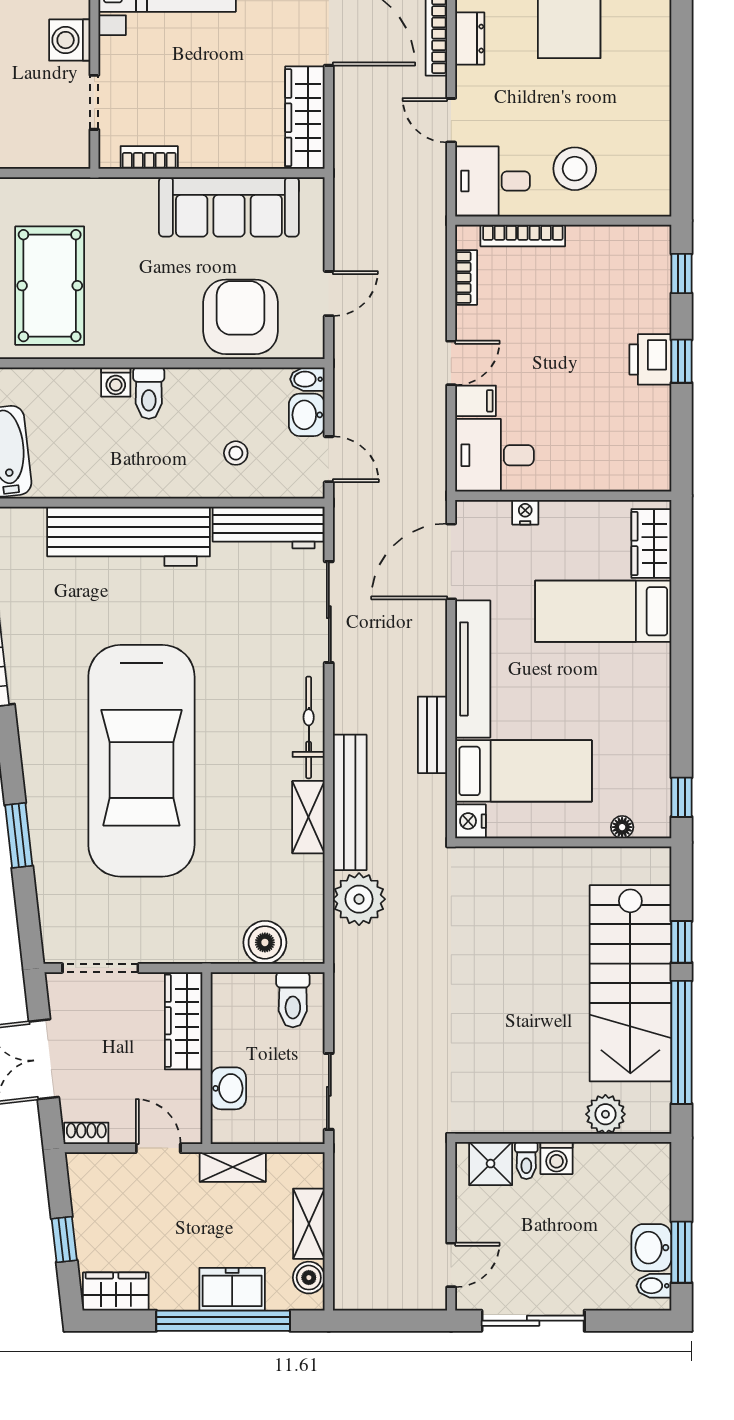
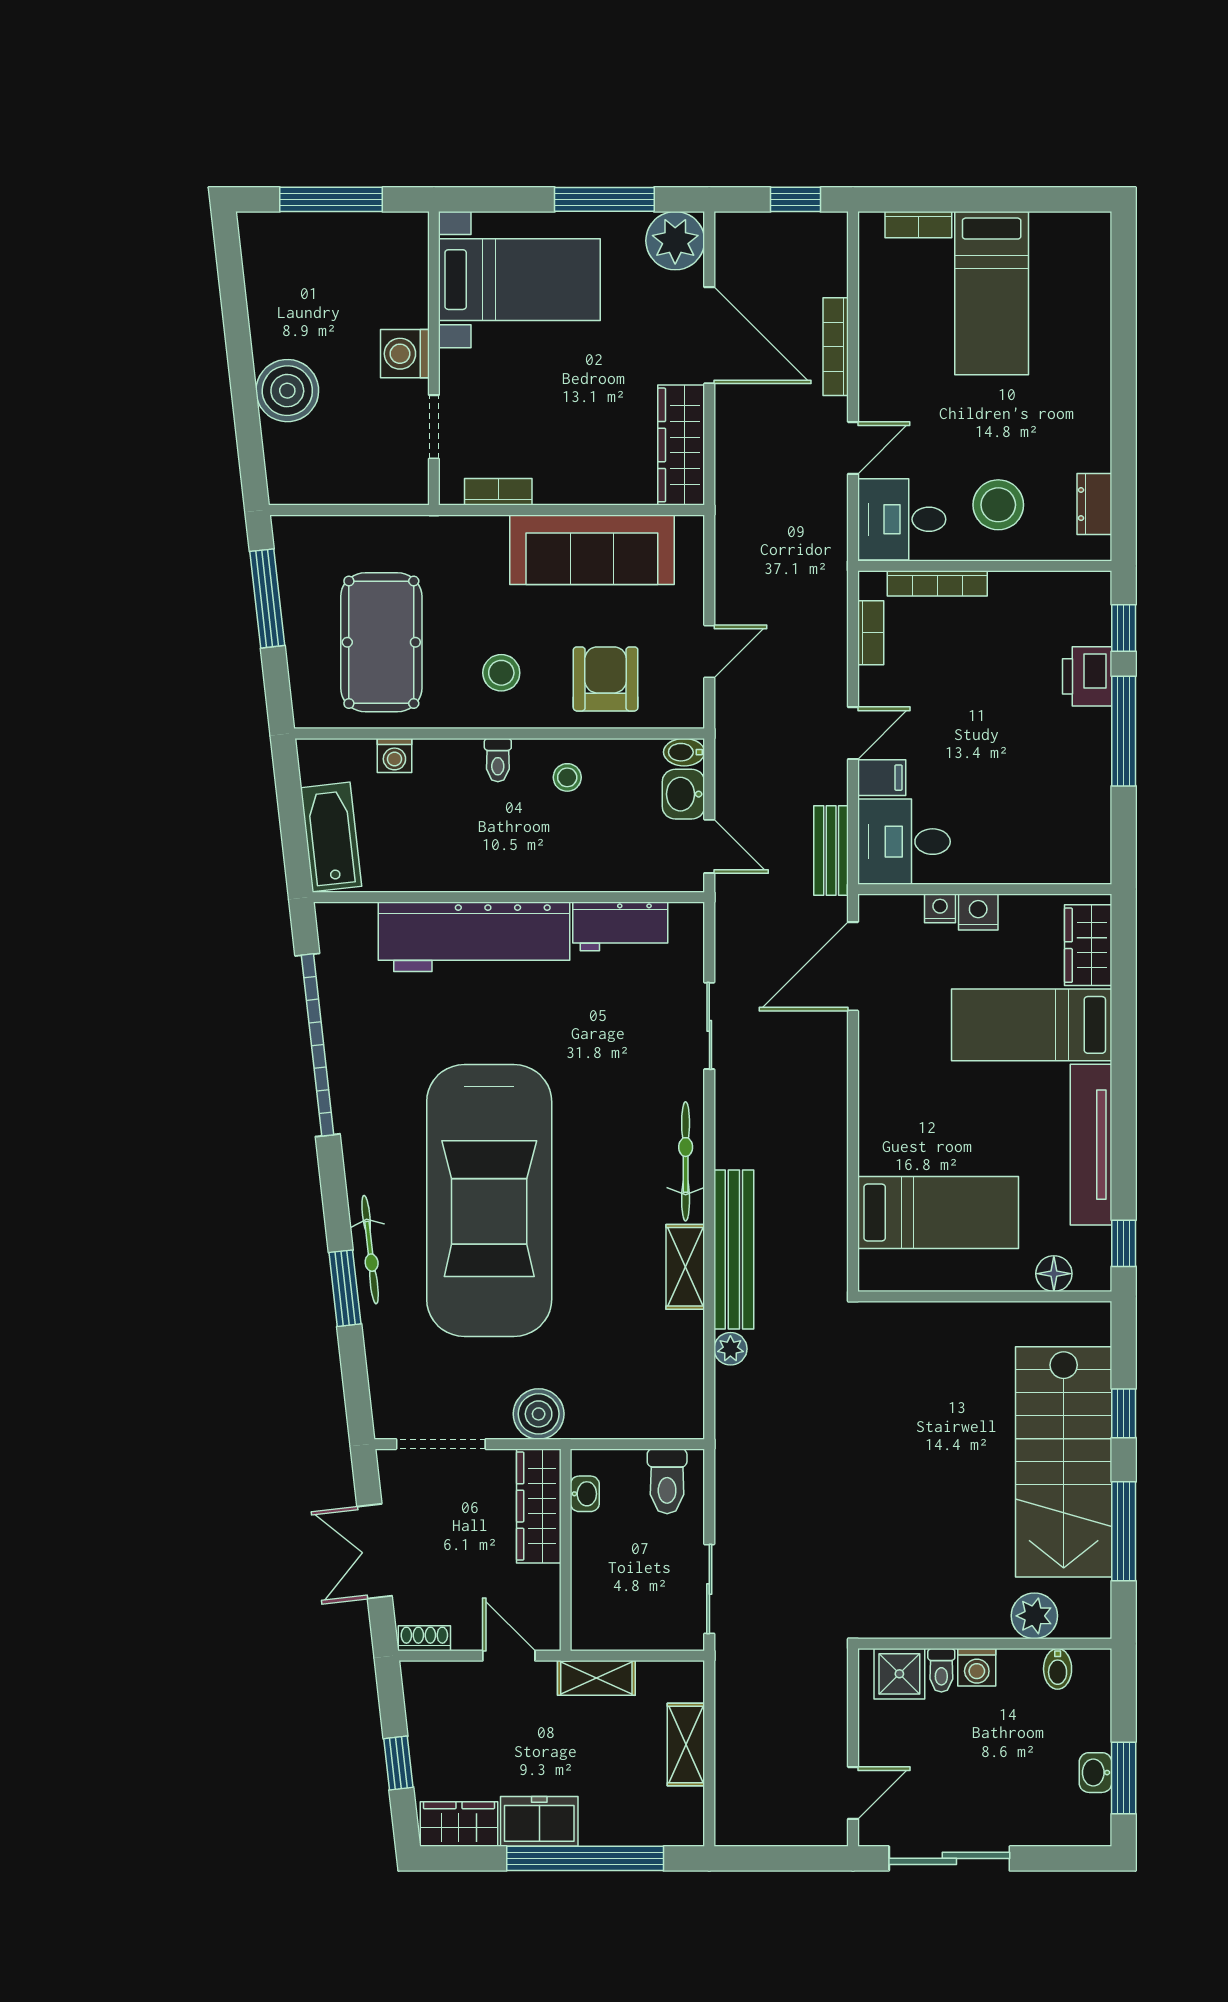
dresser: (470, 39) -> (1094, 504), moved, turned 180
door: (451, 120) -> (853, 448), swing flipped
stool: (152, 312) -> (501, 673), added
armchair: (241, 317) -> (606, 679), width x0.73, depth x0.73
printer: (650, 359) -> (1087, 676), moved
window: (681, 361) -> (1124, 731), width x2.17
washing machine: (116, 382) -> (394, 756), moved
toilet: (149, 393) -> (498, 760), width x0.73, depth x0.72
stool: (236, 453) -> (567, 777), moved
workbench: (268, 528) -> (620, 926), width x0.73
sliding door: (329, 612) -> (709, 1026), width x0.73
tv unit: (473, 669) -> (1091, 1145), moved, turned 180
bench: (432, 735) -> (831, 851), moved
bicycle: (40, 803) -> (370, 1250), added
nightstand: (471, 821) -> (978, 912), moved, turned 90
floor lamp: (622, 827) -> (1054, 1274), width x1.37, depth x1.37
plant: (359, 899) -> (730, 1349), width x0.53, depth x0.53
boiler: (265, 942) -> (539, 1414), moved
window: (681, 1042) -> (1124, 1531), width x0.68
washbasin: (228, 1088) -> (585, 1494), moved, width x0.72, depth x0.69
washbasin: (651, 1248) -> (1095, 1773), width x0.72, depth x0.69
boiler: (309, 1278) -> (686, 1808), removed
bidet: (654, 1286) -> (1058, 1669), moved, turned -90
freezer: (232, 1289) -> (539, 1821), moved

